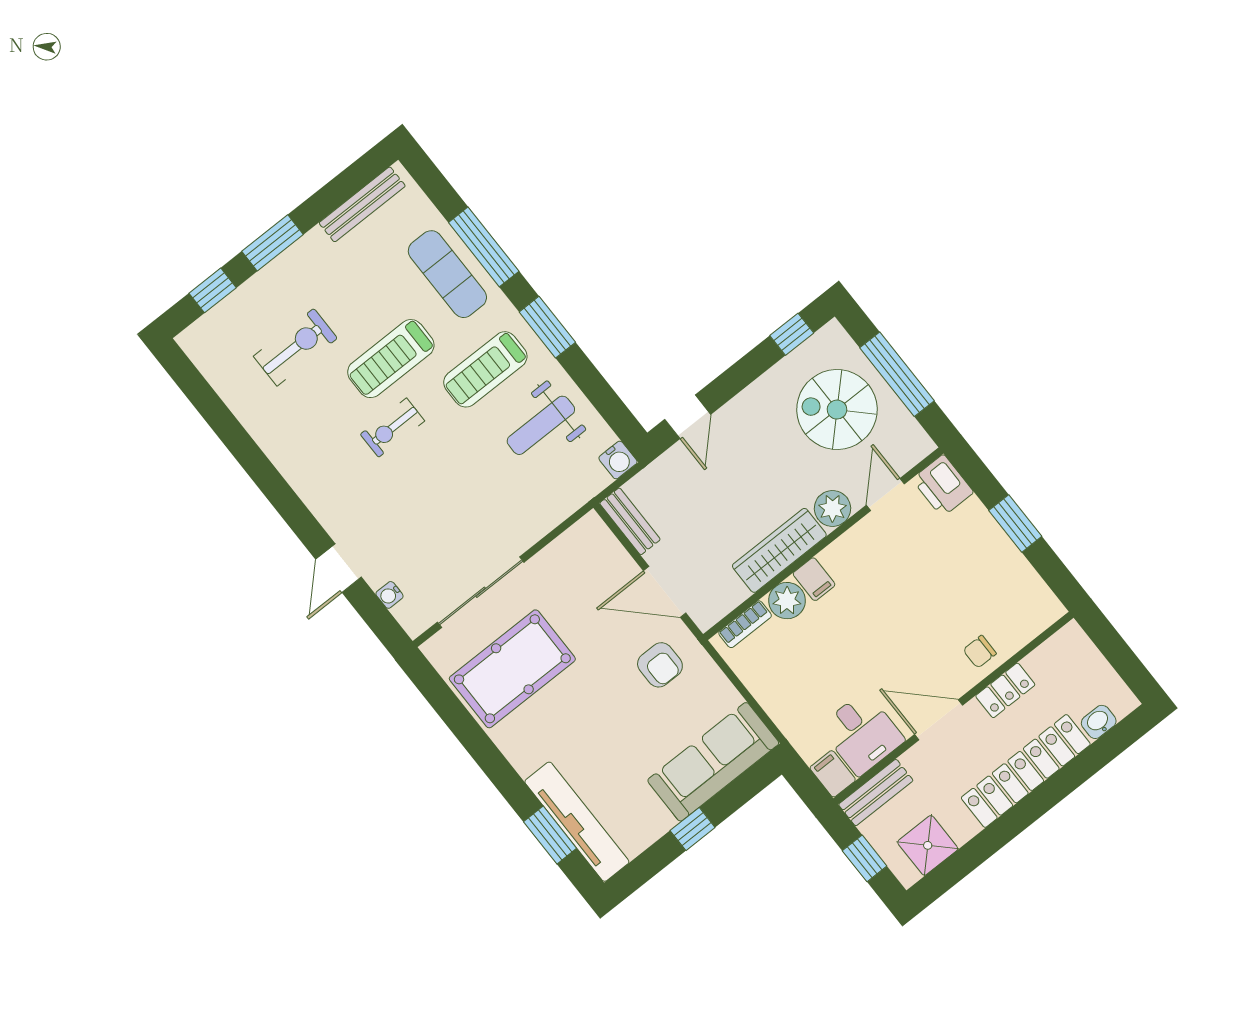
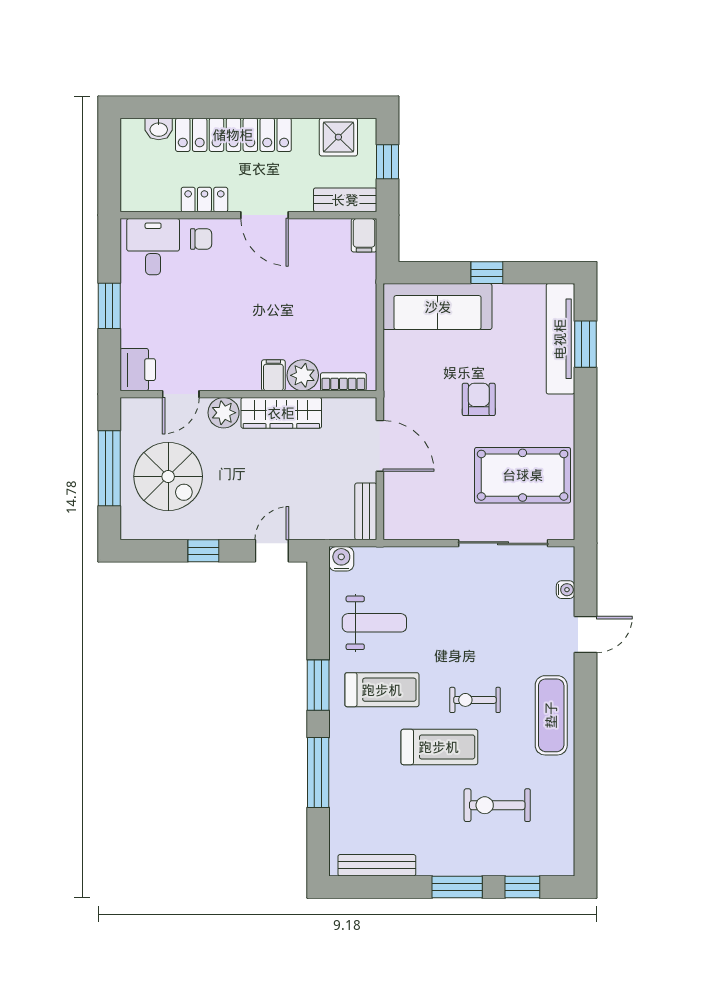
exercise mat: (447, 274) -> (551, 715), moved
window: (792, 334) -> (203, 551), moved
exercise bike: (392, 428) -> (475, 700), turned 180
armchair: (660, 665) -> (479, 399), moved
desk: (862, 733) -> (153, 247), moved

